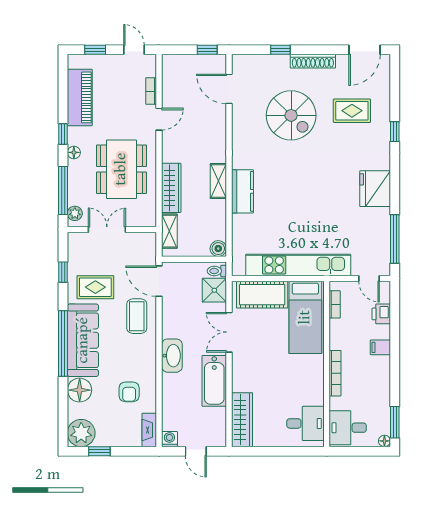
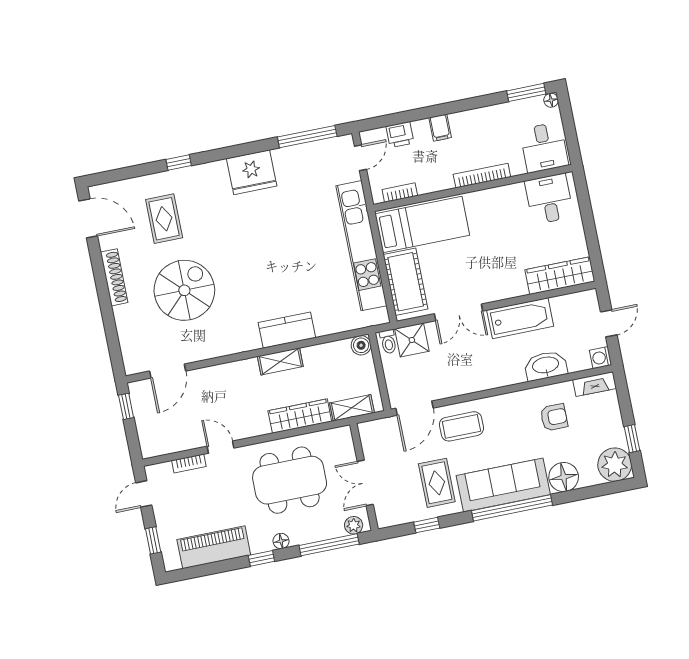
window: (280, 50) -> (108, 319), removed
washbasin: (172, 356) -> (546, 366), moved

